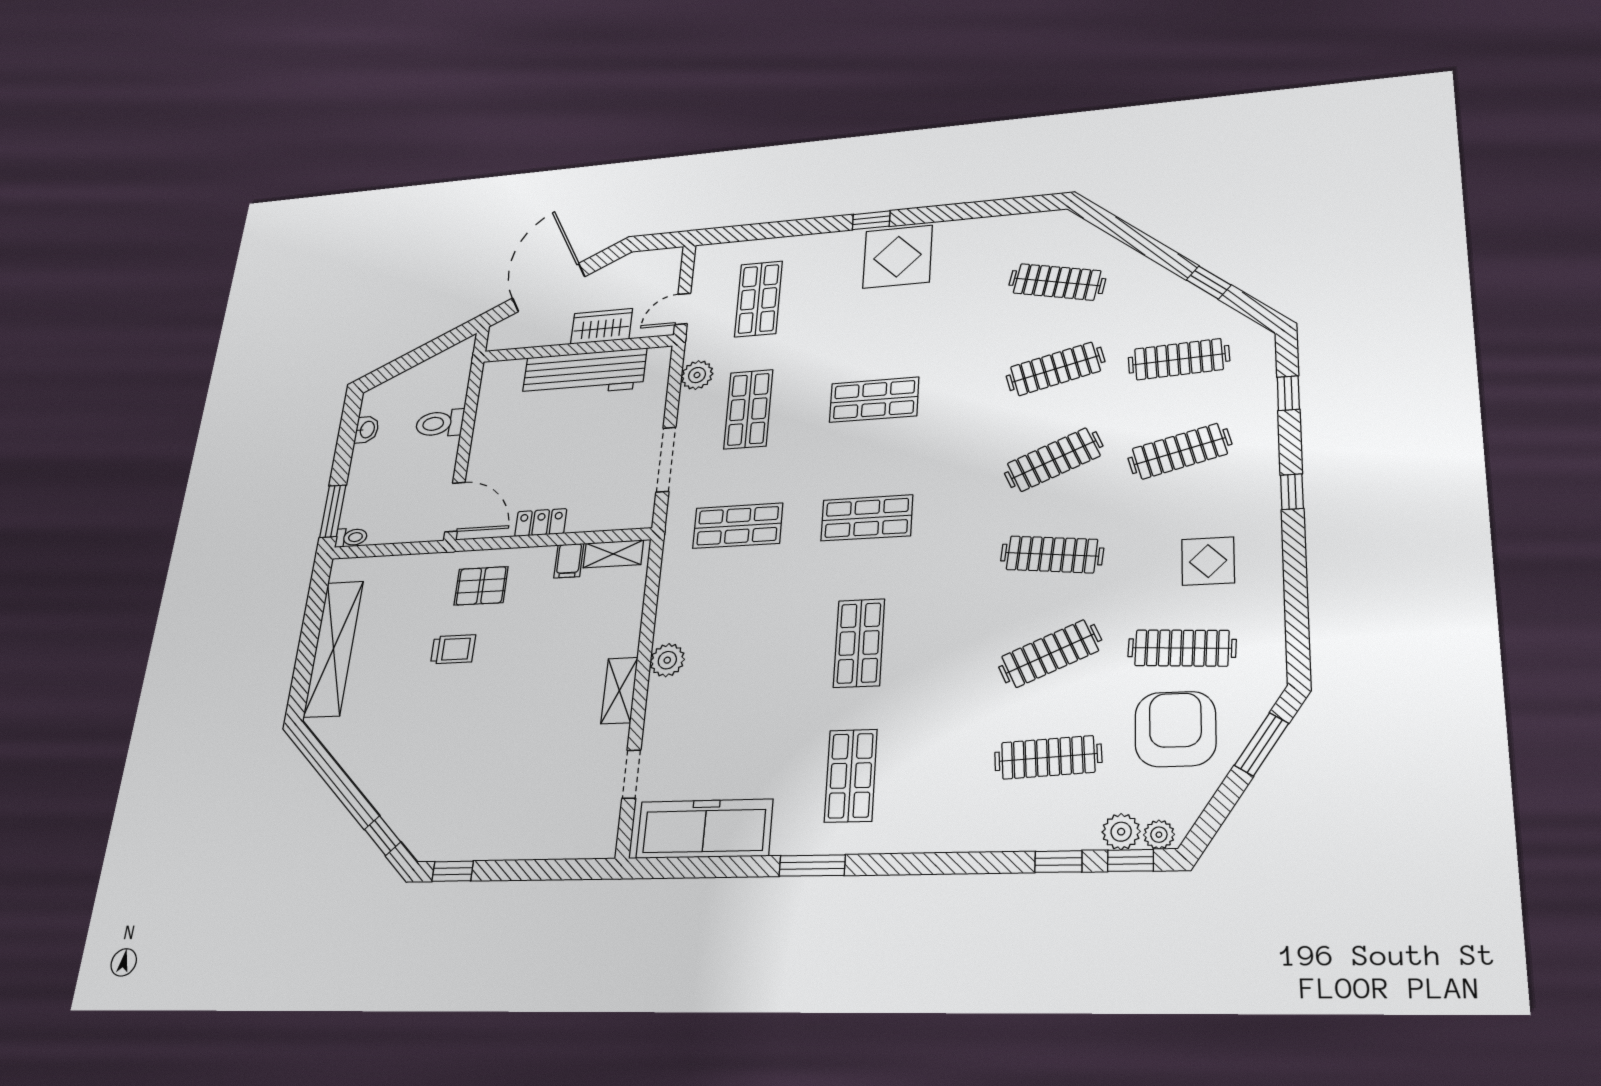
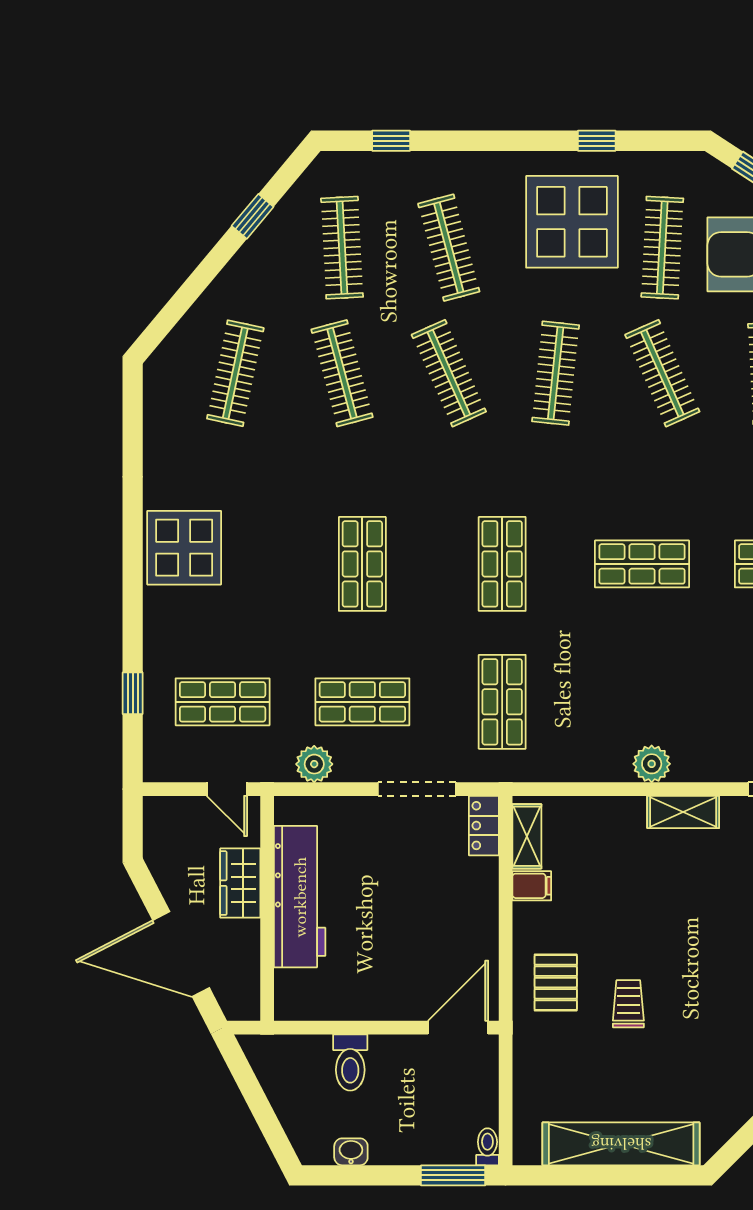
window: (871, 220) -> (133, 693), moved
window: (1292, 492) -> (597, 141), moved
locker: (541, 523) -> (484, 826), moved
display table: (1208, 561) -> (572, 222), width x1.86, depth x1.86

